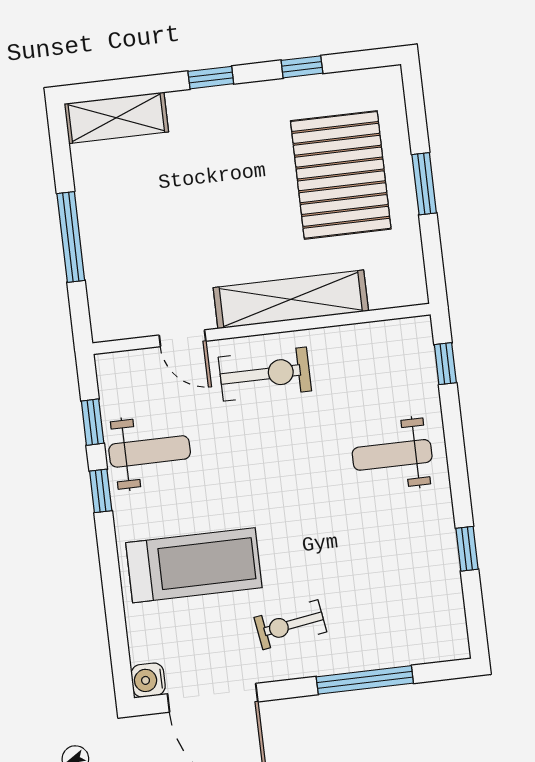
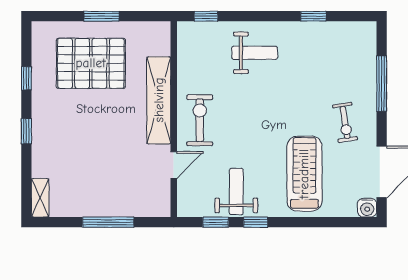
shelving: (116, 118) -> (40, 198), width x0.67, depth x0.75
weight bench: (392, 455) -> (255, 53), turned -90

